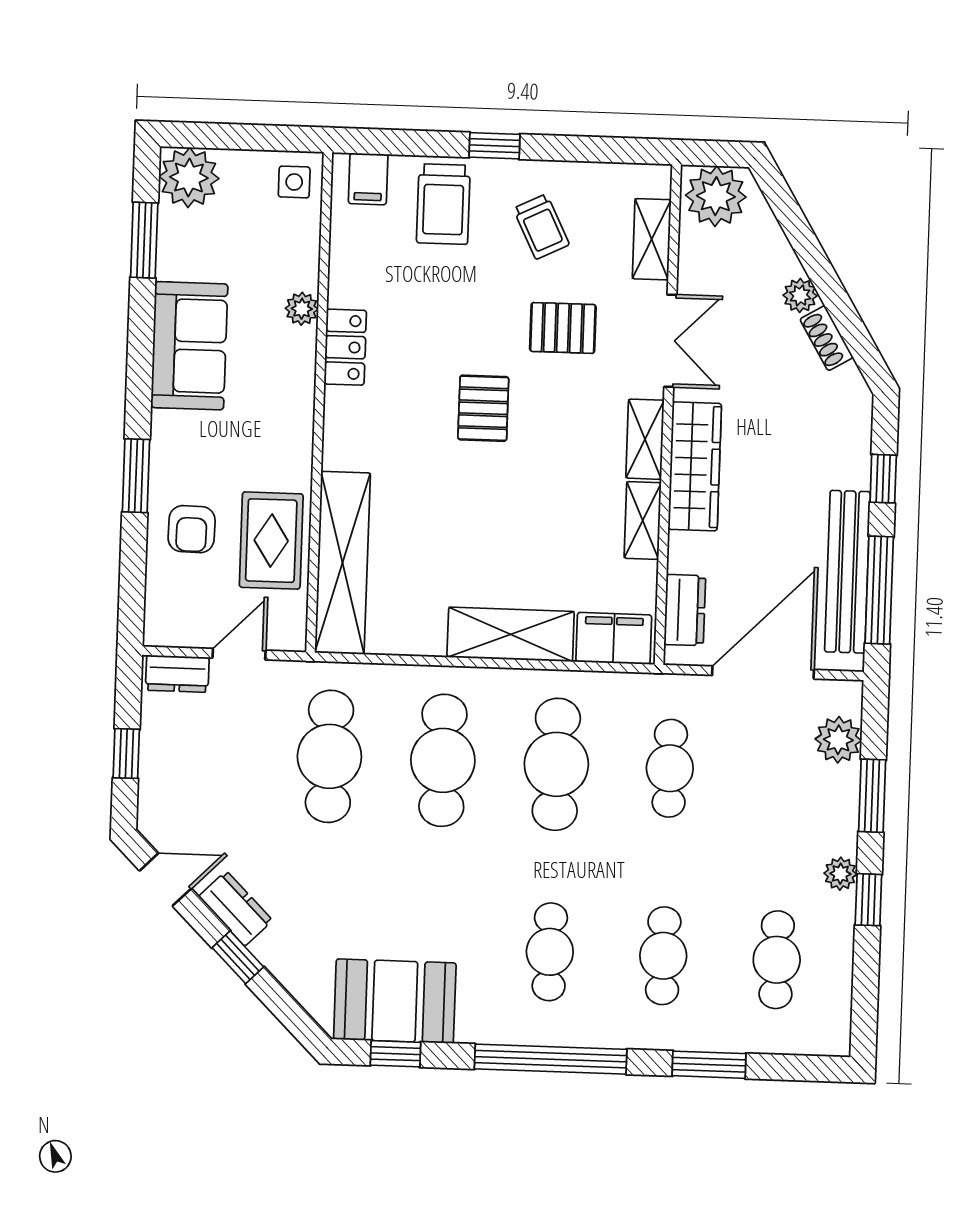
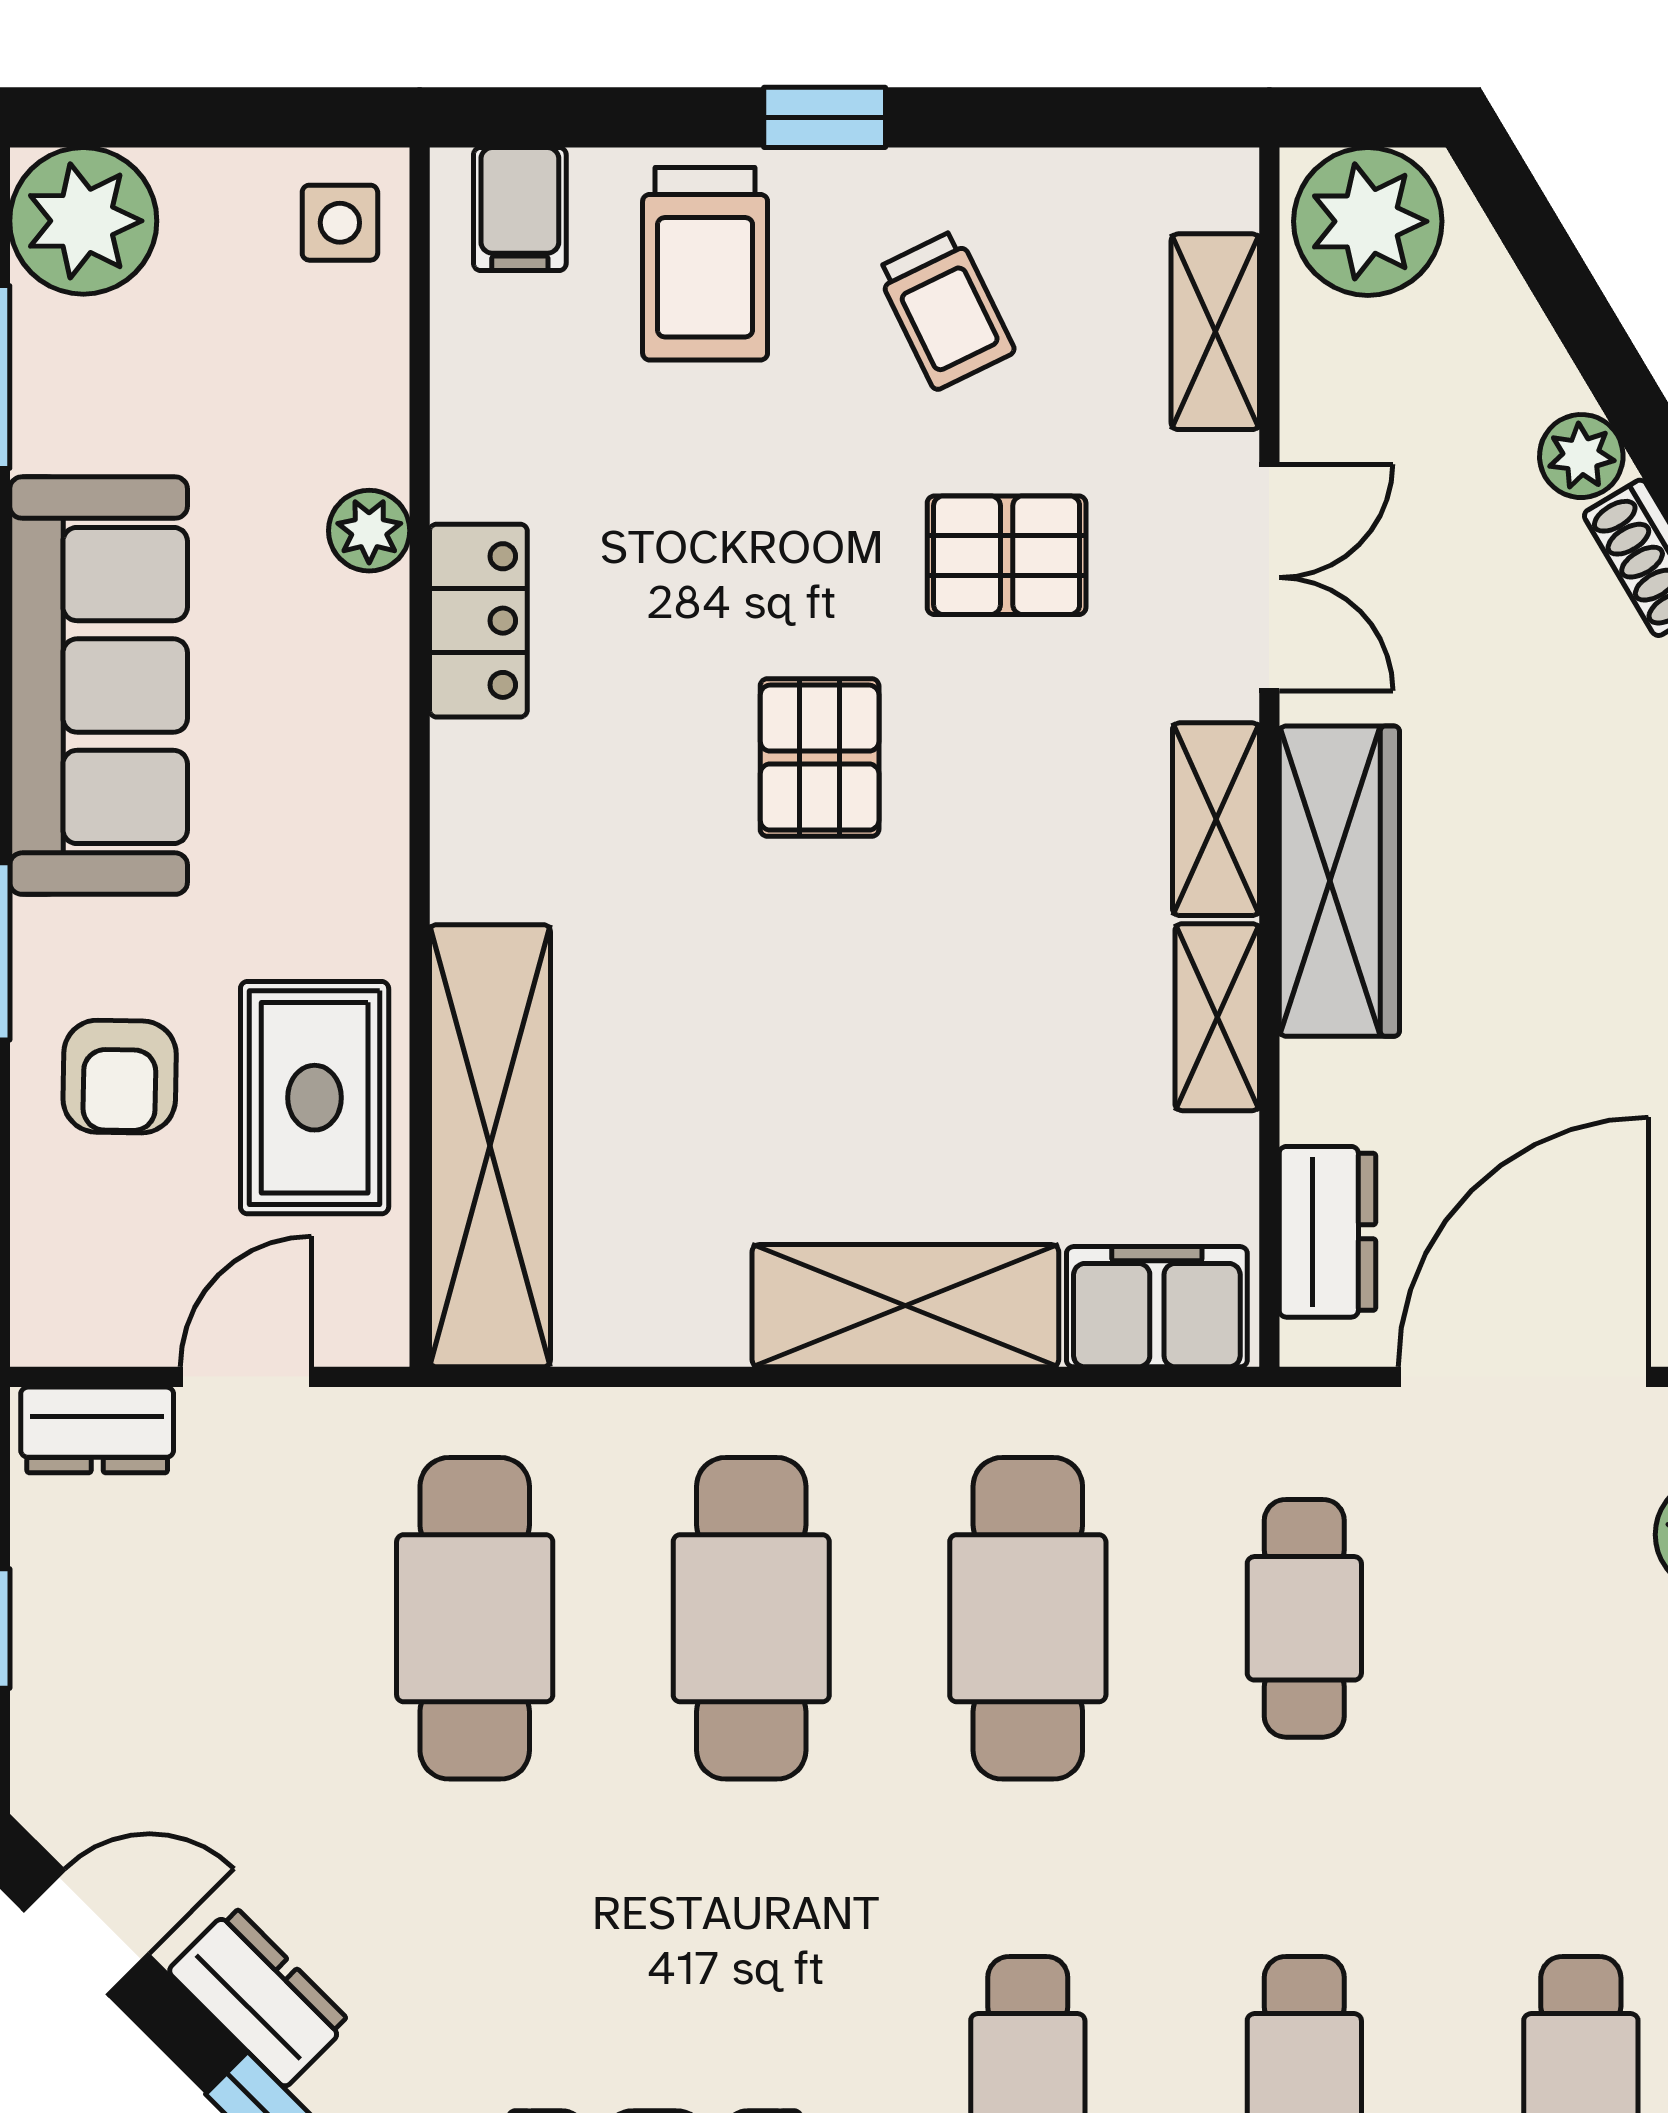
sofa: (189, 346) -> (99, 686), width x1.36

